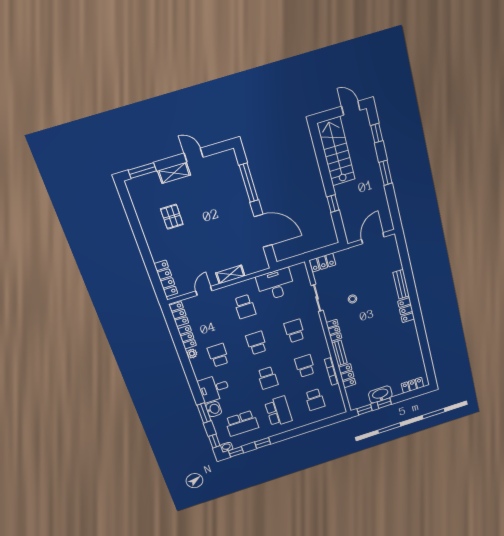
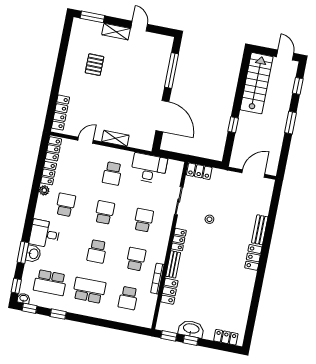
school desk: (278, 411) -> (89, 290), turned -90

